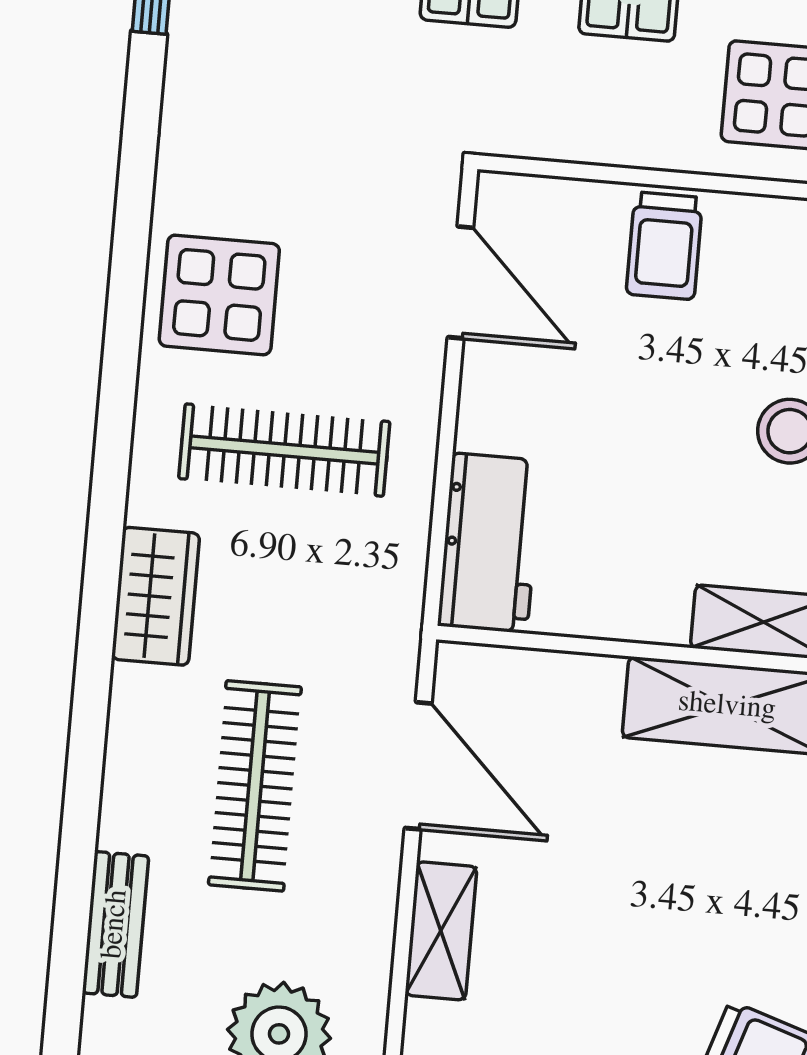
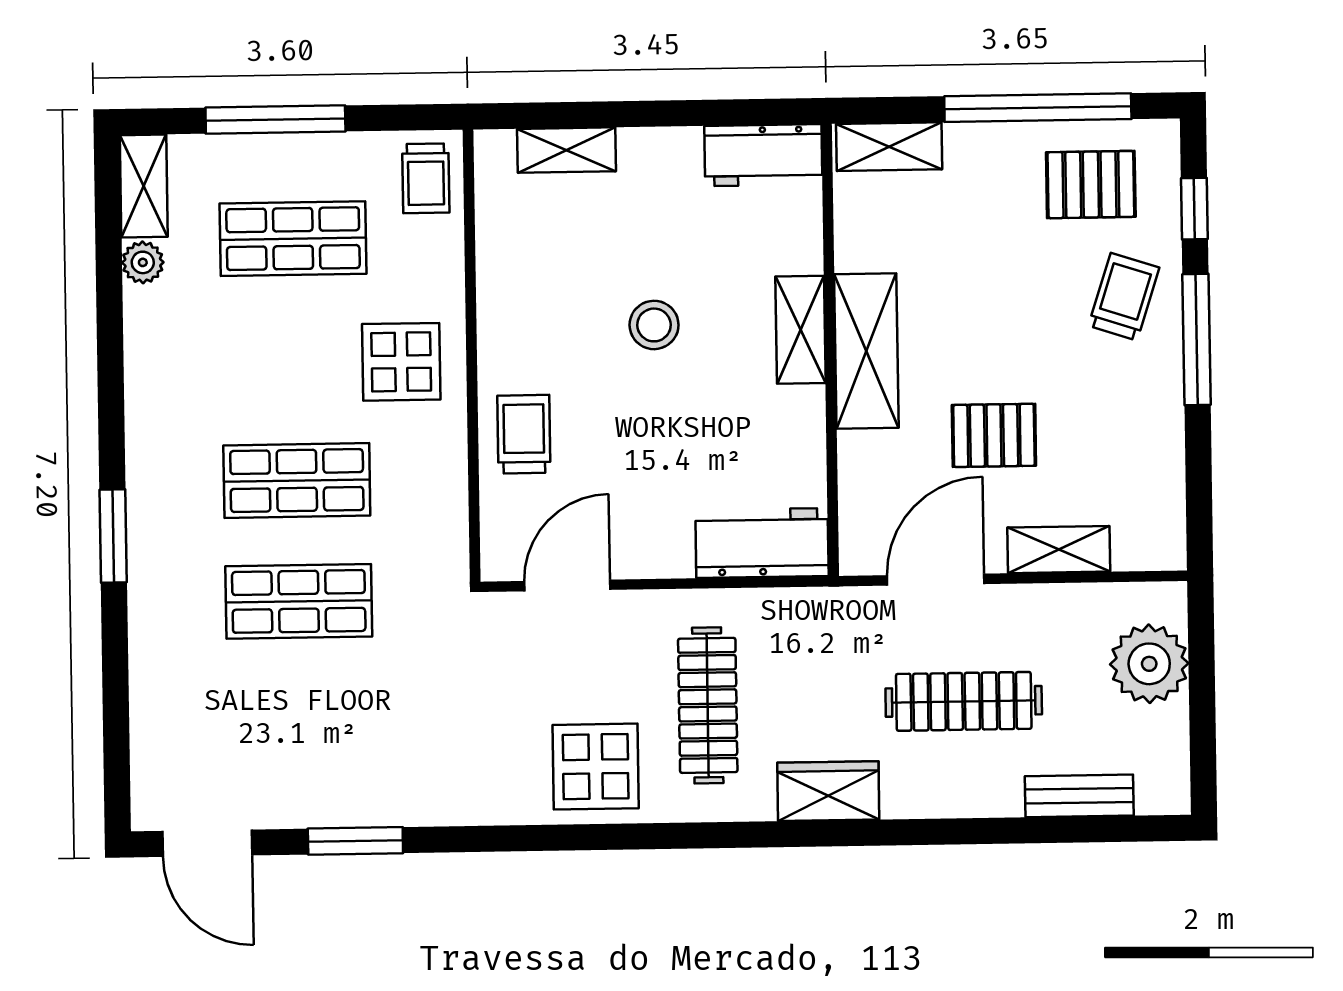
trolley: (664, 246) -> (524, 434), turned -90
pallet: (599, 861) -> (994, 435), added

